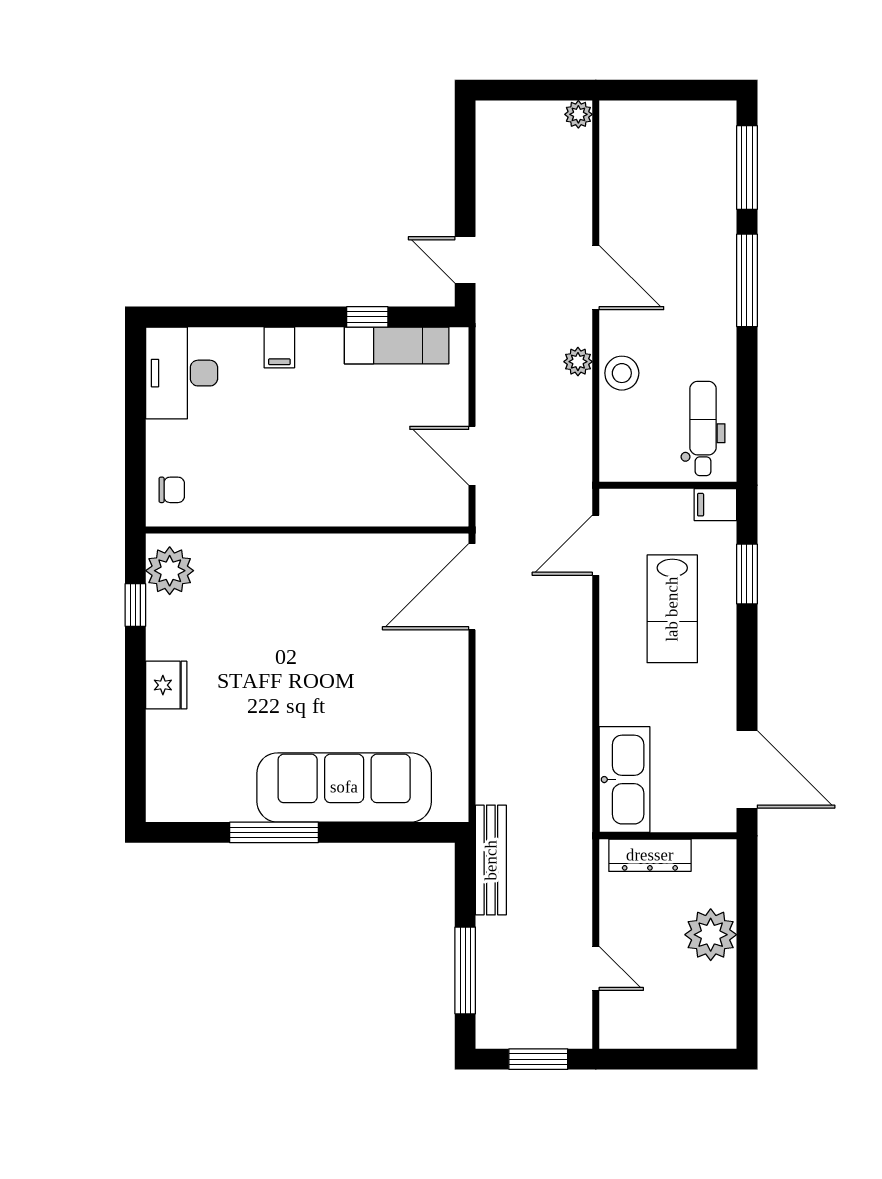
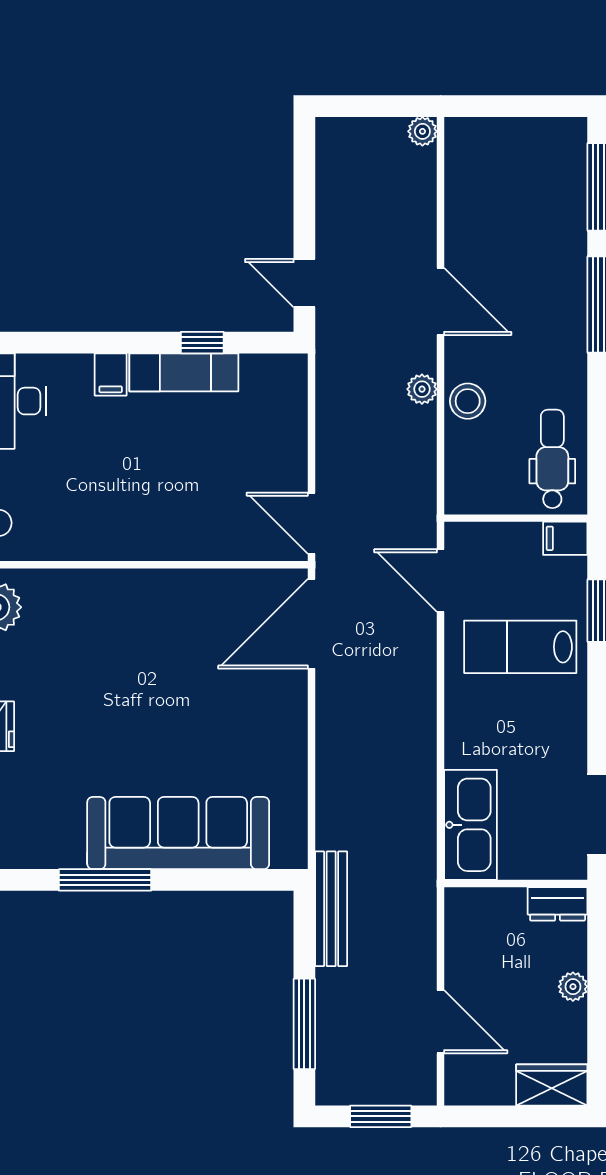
exam couch: (397, 346) -> (184, 372), moved
door: (472, 456) -> (312, 523), moved
door: (596, 545) -> (441, 581), hinge flipped
lab bench: (672, 609) -> (520, 647), turned 90
dresser: (650, 855) -> (558, 904), moved, width x0.70
plant: (711, 935) -> (573, 987), width x0.53, depth x0.53
door: (596, 968) -> (441, 1022), width x1.38
wardrobe: (702, 1029) -> (552, 1085), added

